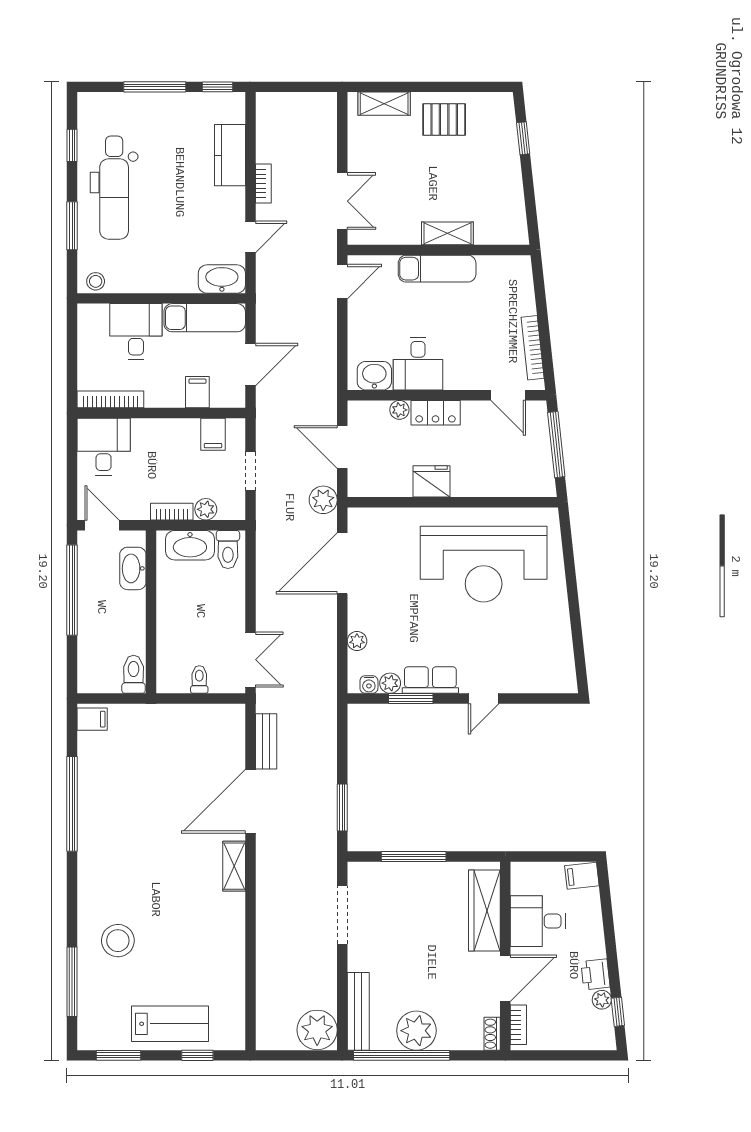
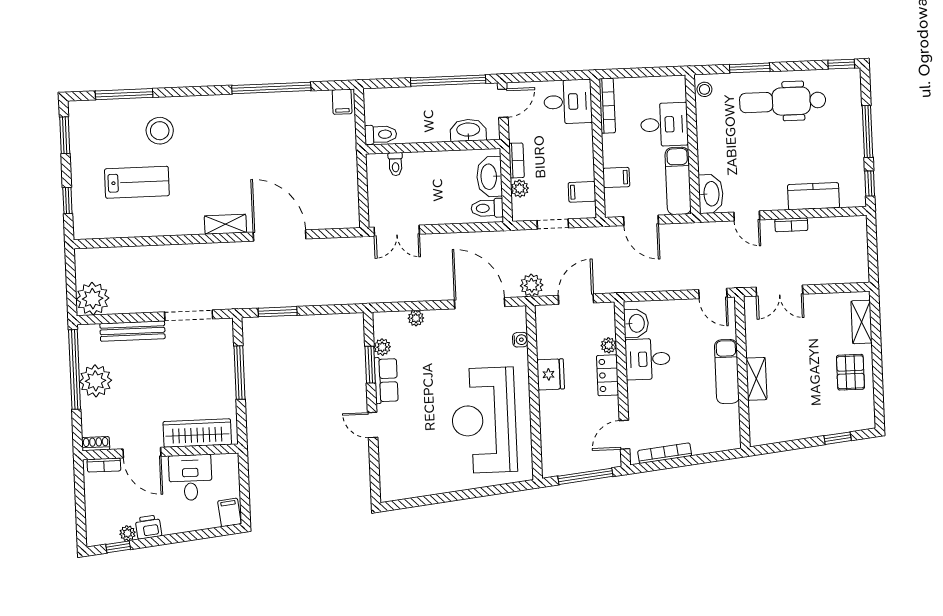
window: (72, 145) -> (841, 64), moved
toilet: (199, 680) -> (395, 164), moved, turned 90
water cooler: (369, 685) -> (520, 340), moved, turned 180
bench: (266, 741) -> (330, 246), removed
bench: (358, 1011) -> (133, 331), moved
lab bench: (170, 1024) -> (137, 182), moved, turned -90

